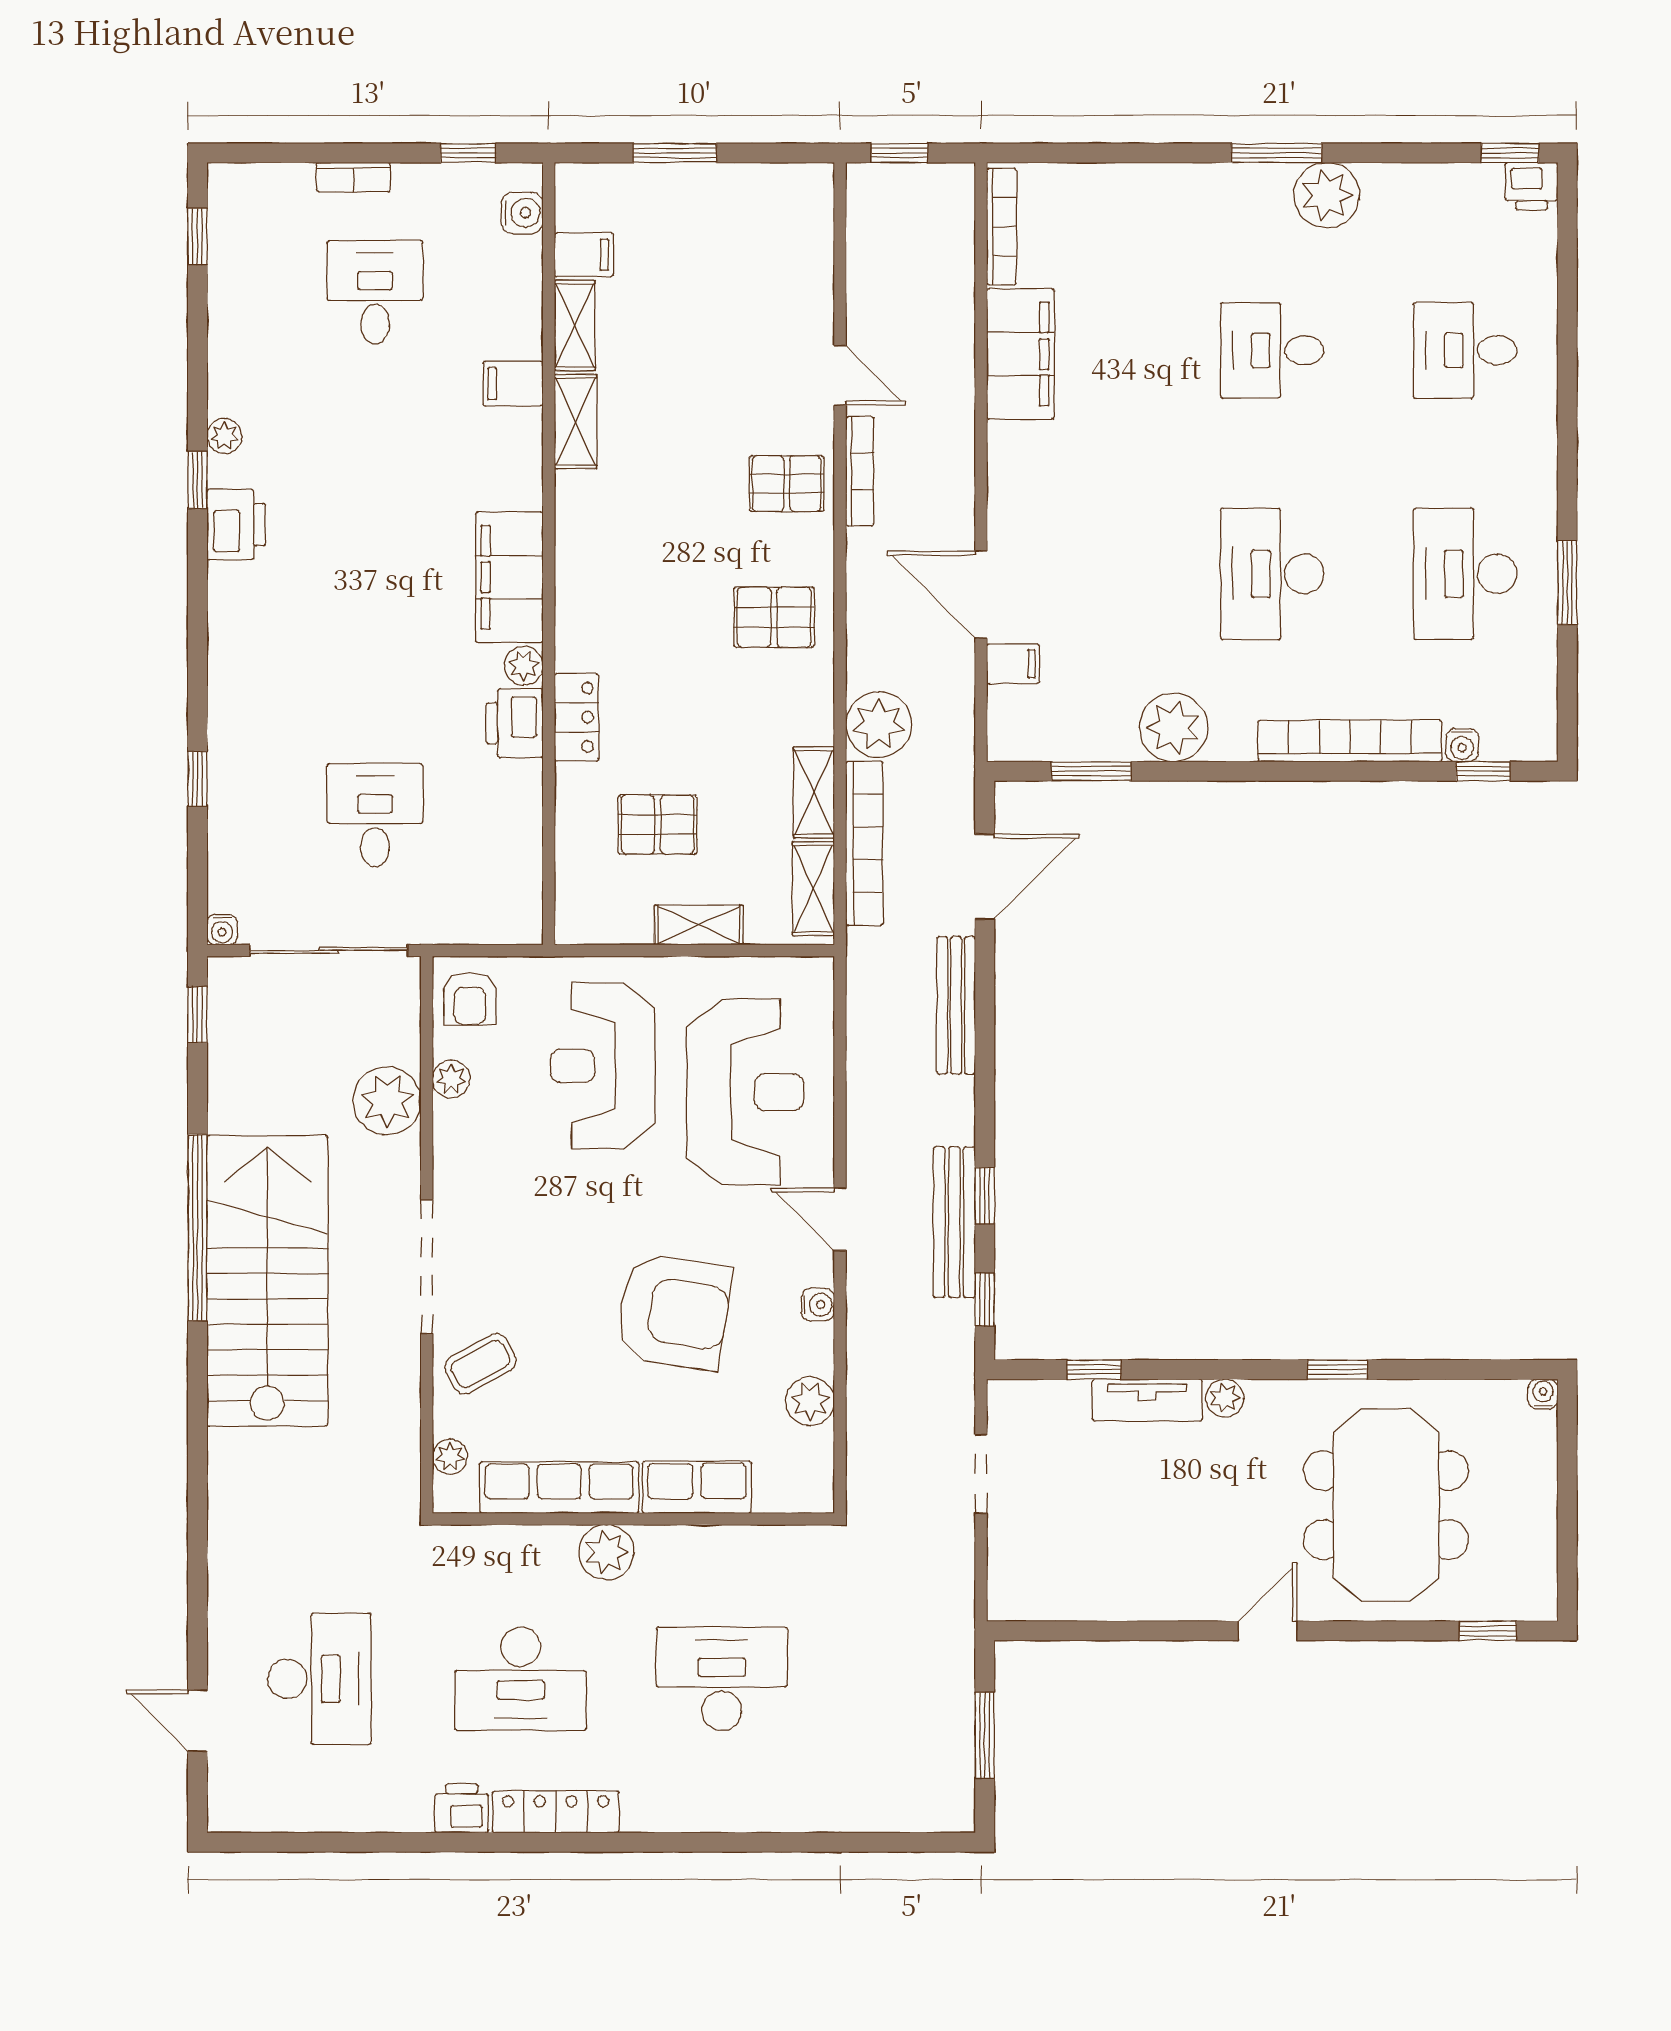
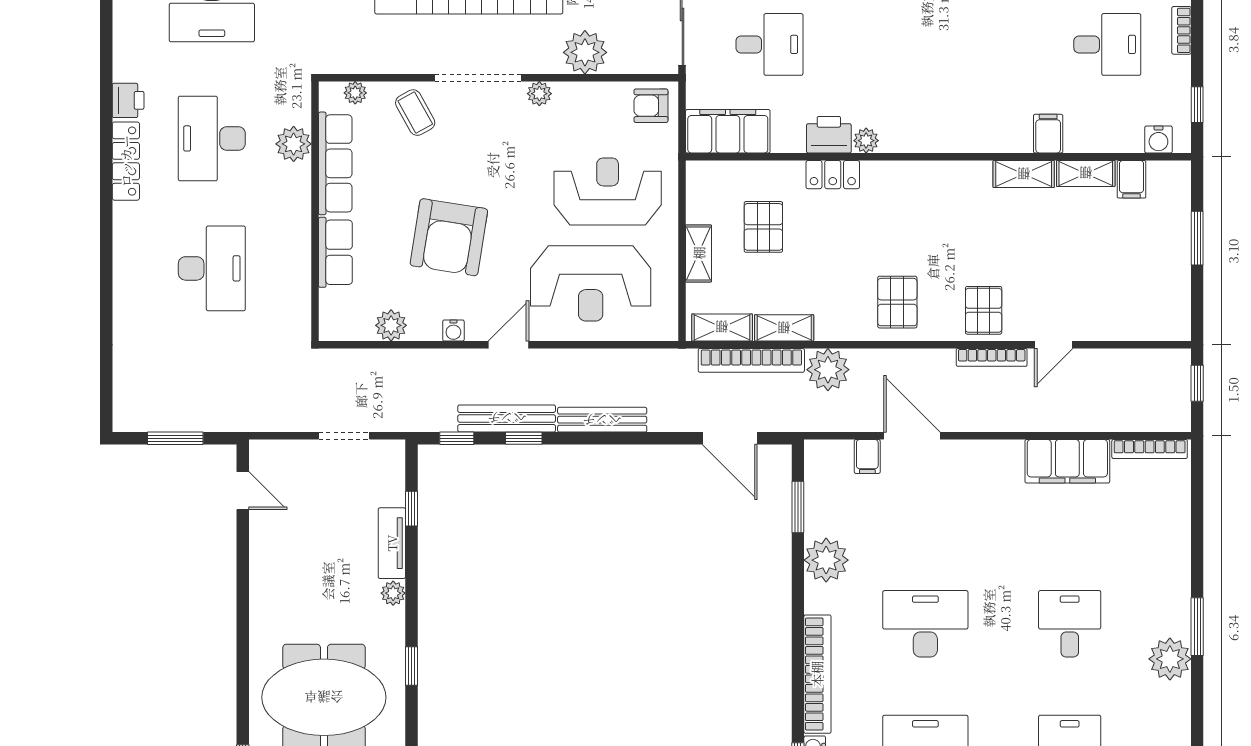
filing cabinet: (509, 577) -> (728, 131), moved
door: (981, 595) -> (912, 436), hinge flipped
bench: (956, 1005) -> (602, 420), moved
plant: (451, 1079) -> (539, 94), moved
plant: (606, 1552) -> (294, 144), moved
door: (1268, 1631) -> (243, 491), moved

